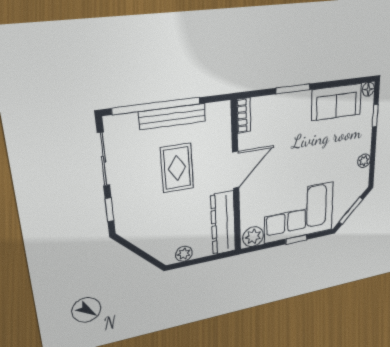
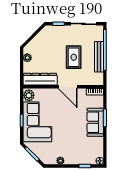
sofa: (336, 102) -> (95, 122), moved
rug: (177, 168) -> (74, 57), turned 90

